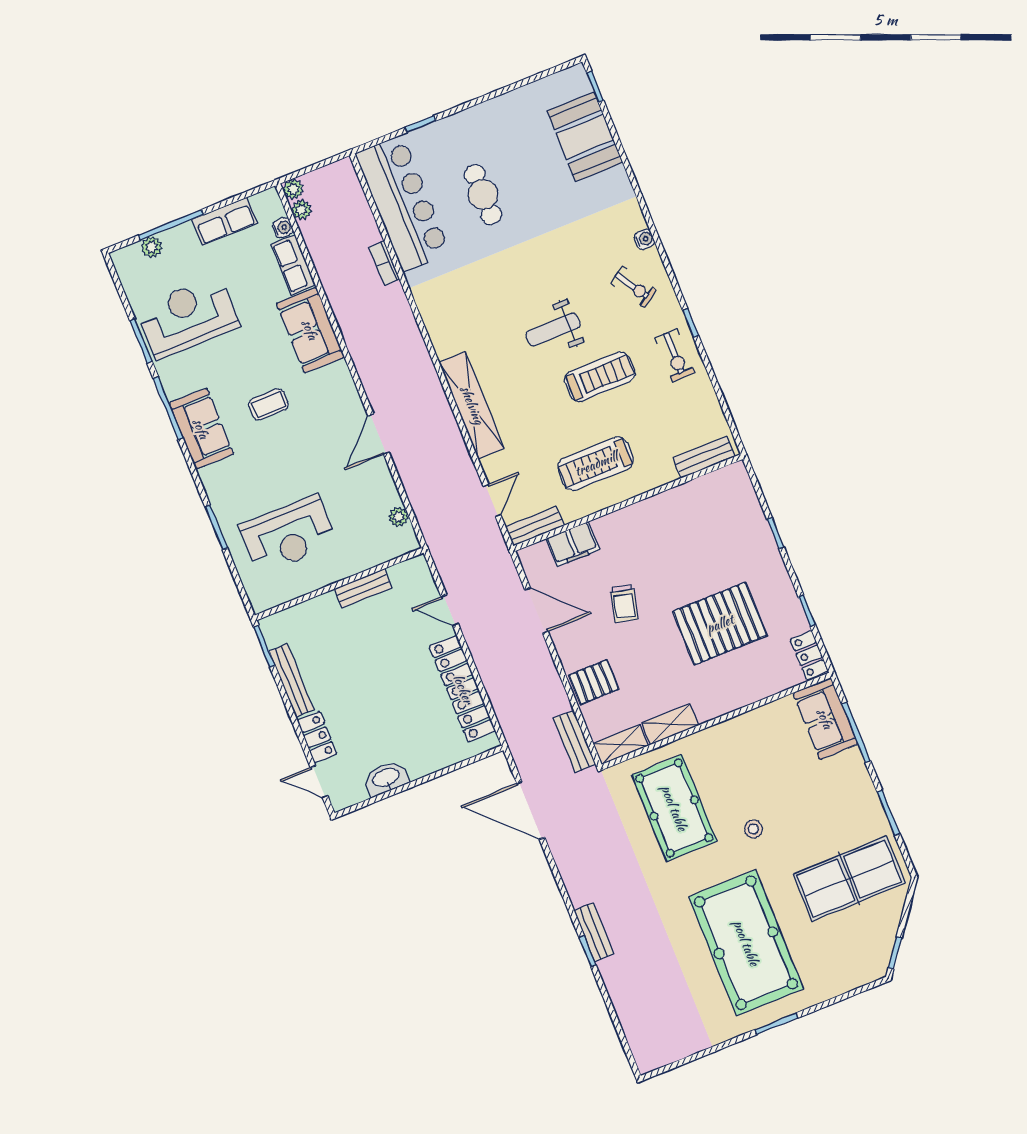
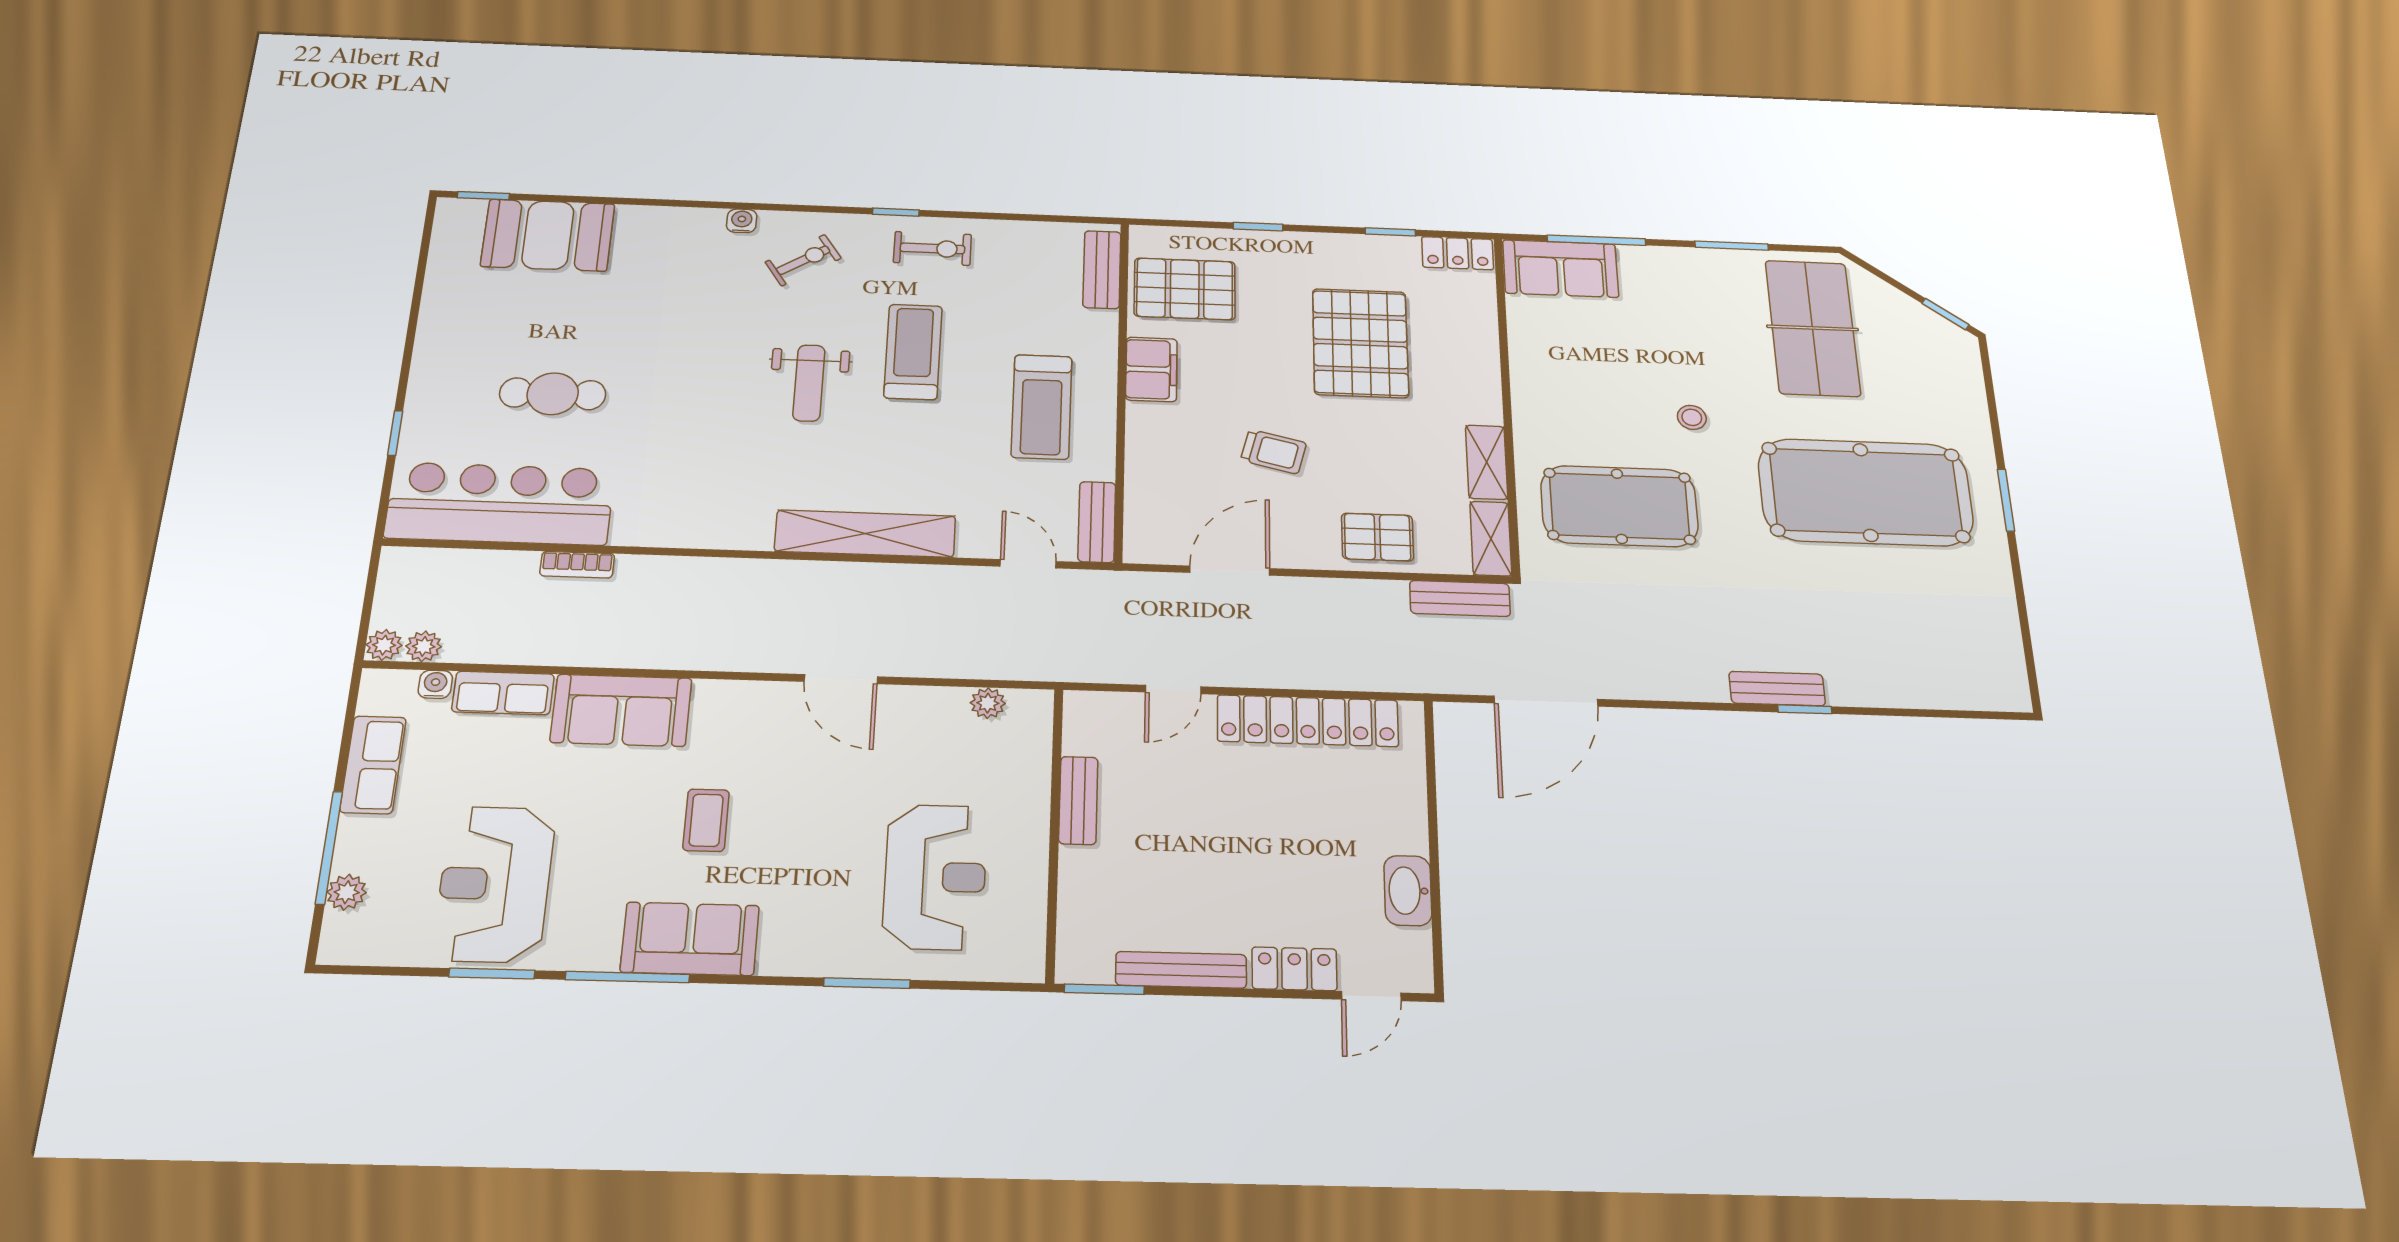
pallet: (712, 509) -> (1185, 289), added
filing cabinet: (573, 544) -> (1151, 369), moved
pallet: (594, 682) -> (1377, 537), turned 90

